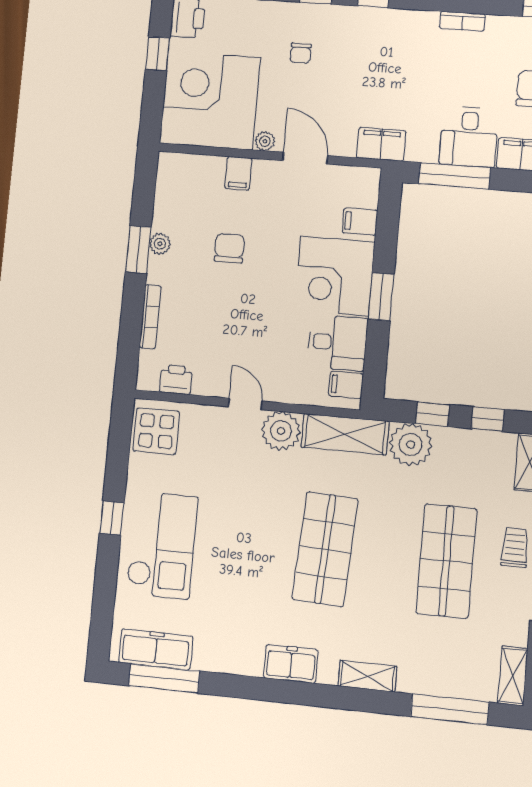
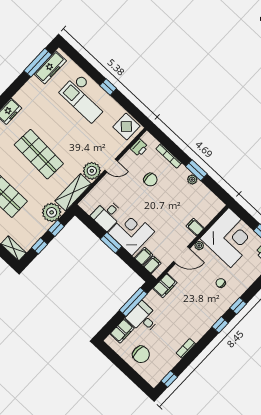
chair: (229, 248) -> (150, 180), moved
filing cabinet: (346, 385) -> (152, 265), moved

